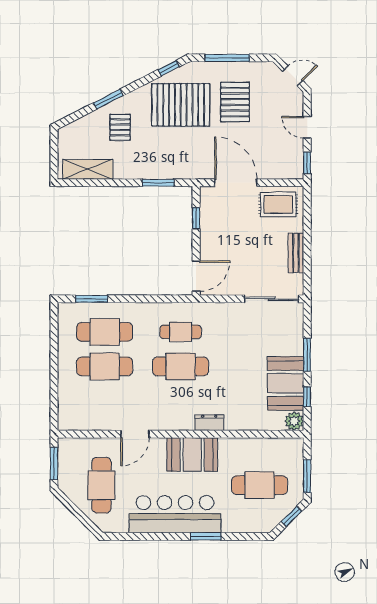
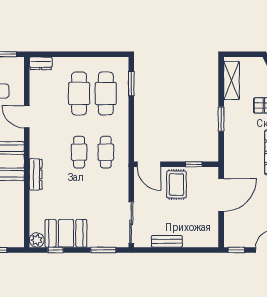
window: (158, 183) -> (221, 119), moved
rug: (278, 204) -> (176, 184), moved
window: (307, 355) -> (103, 250), moved
cafe table: (181, 366) -> (79, 152), width x0.73, depth x0.74
dresser: (66, 416) -> (41, 63), added
dresser: (209, 423) -> (36, 174), width x1.44

